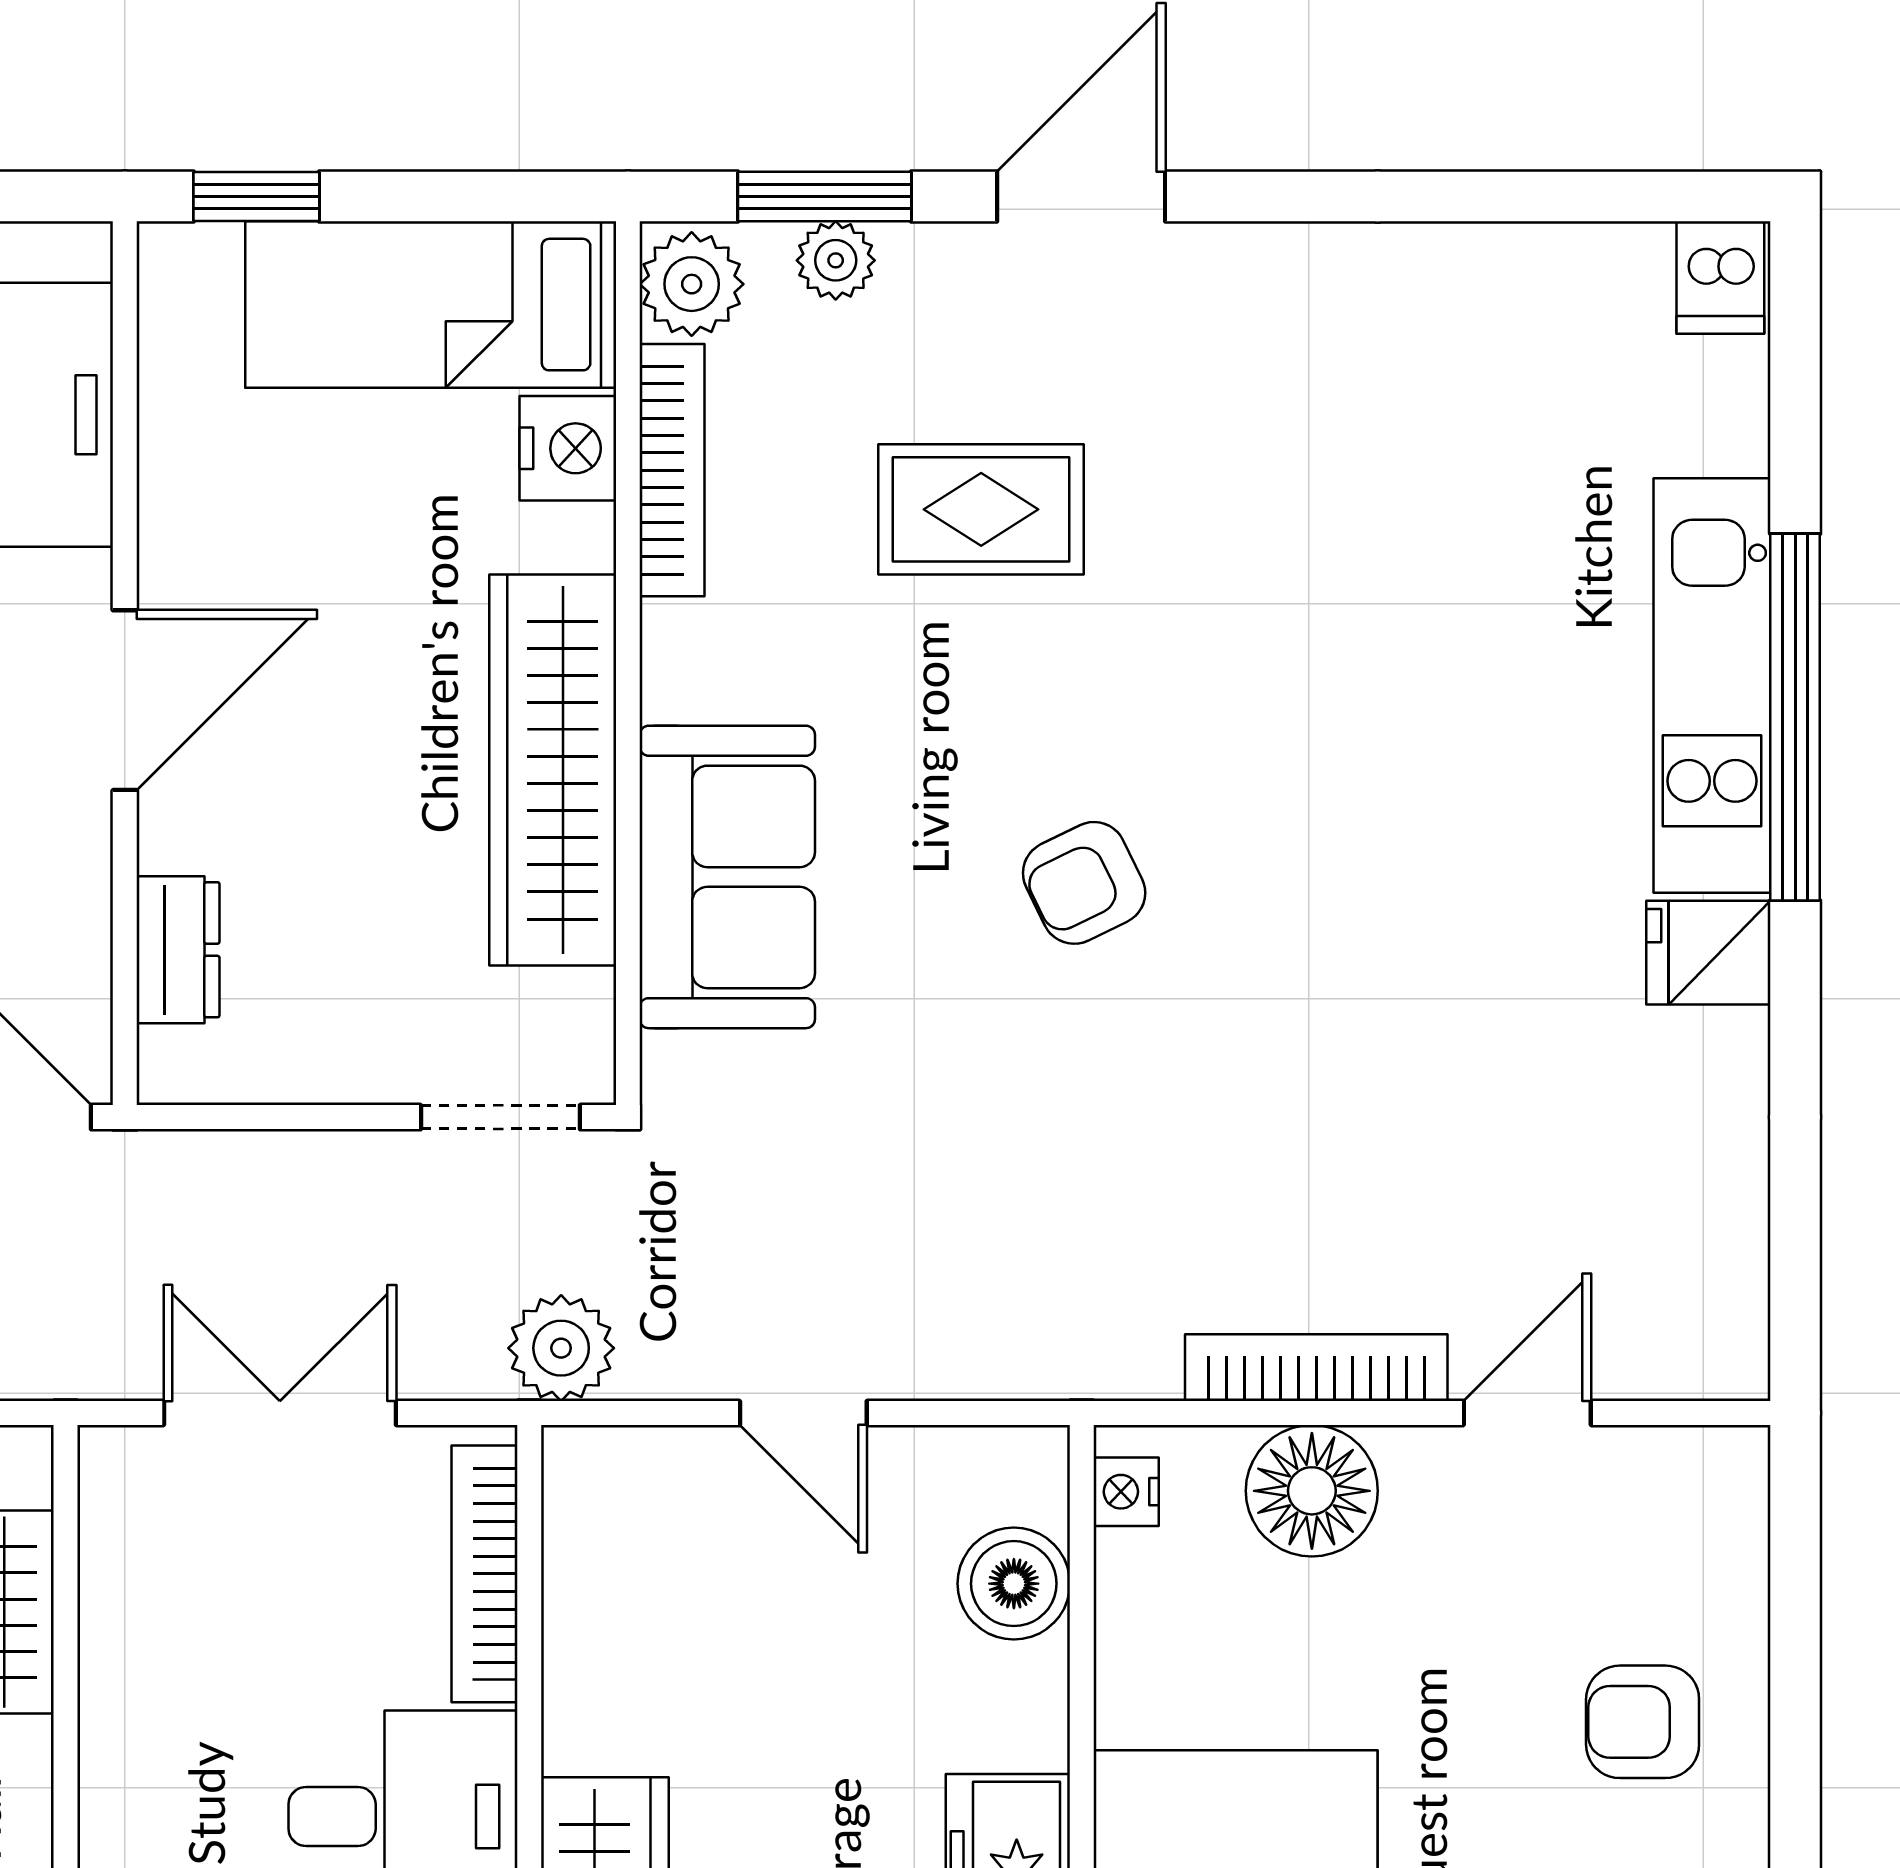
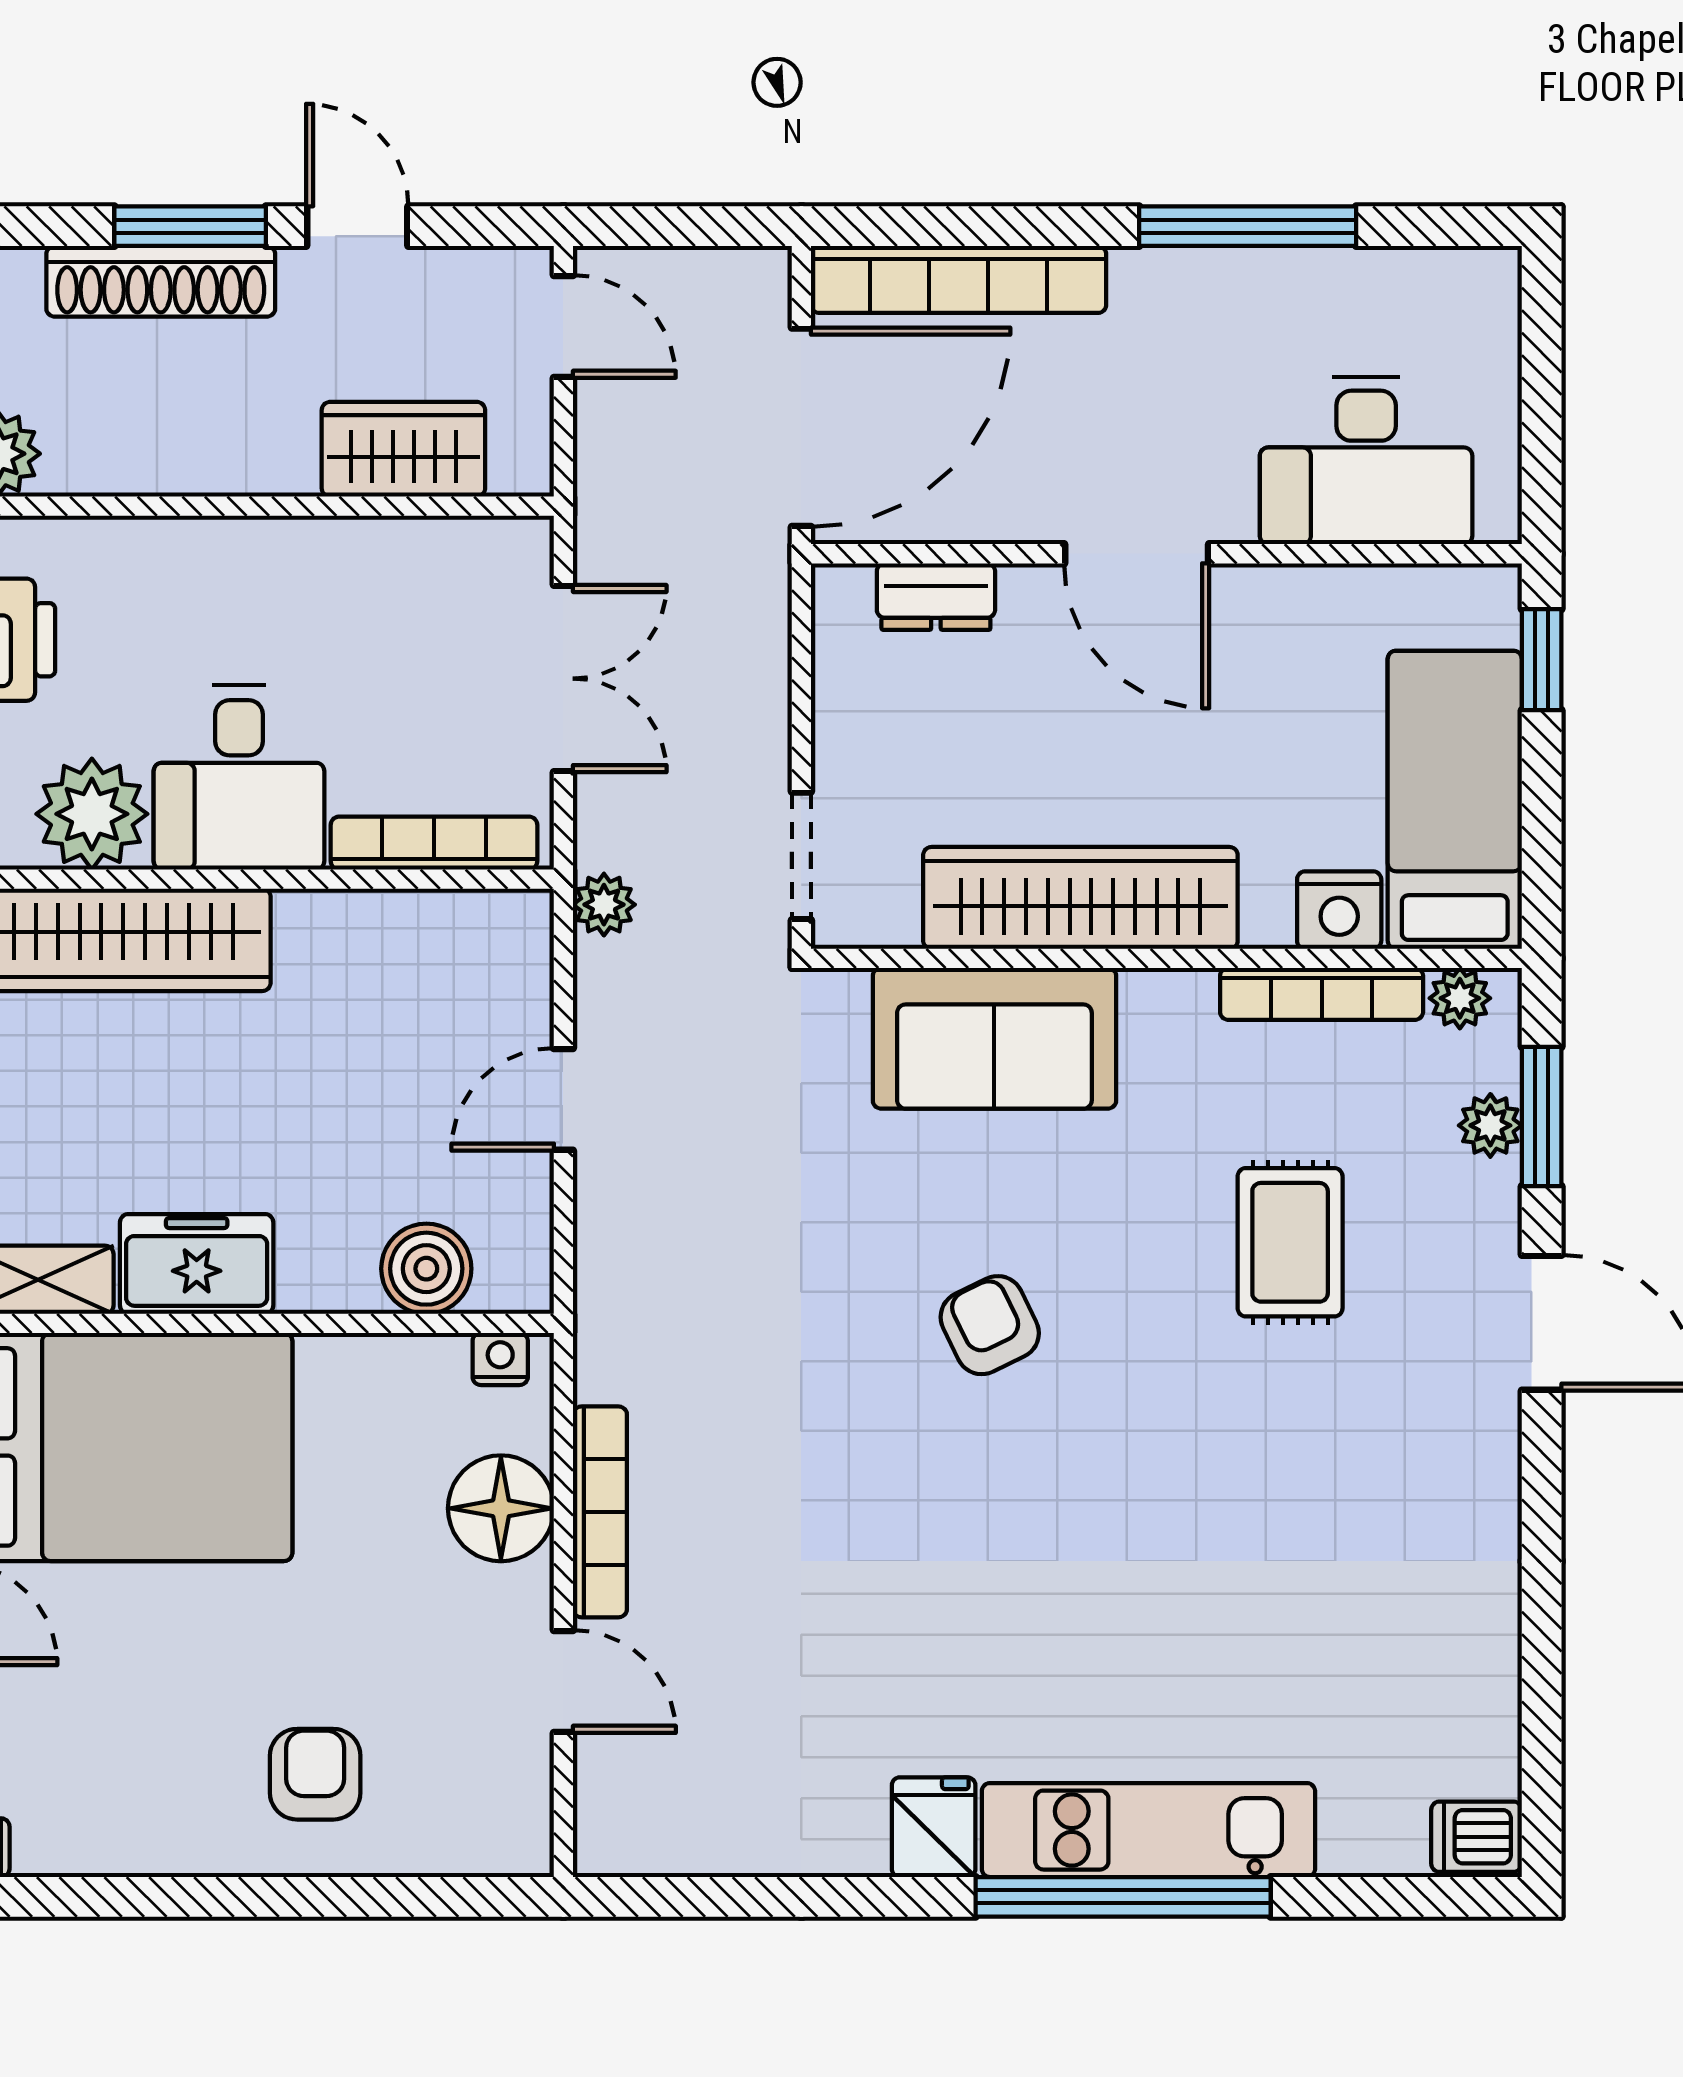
plant: (692, 284) -> (1460, 998), width x0.73, depth x0.73
plant: (561, 1348) -> (604, 905), width x0.73, depth x0.73

